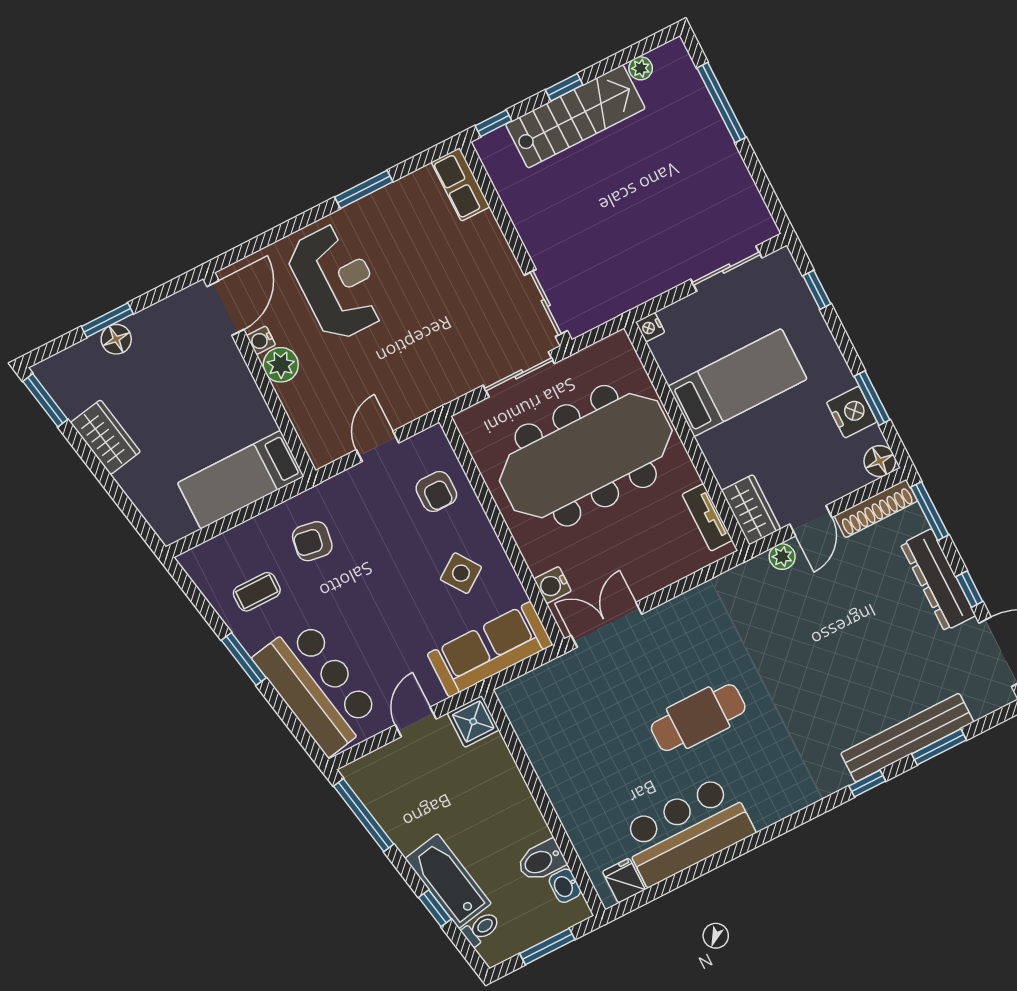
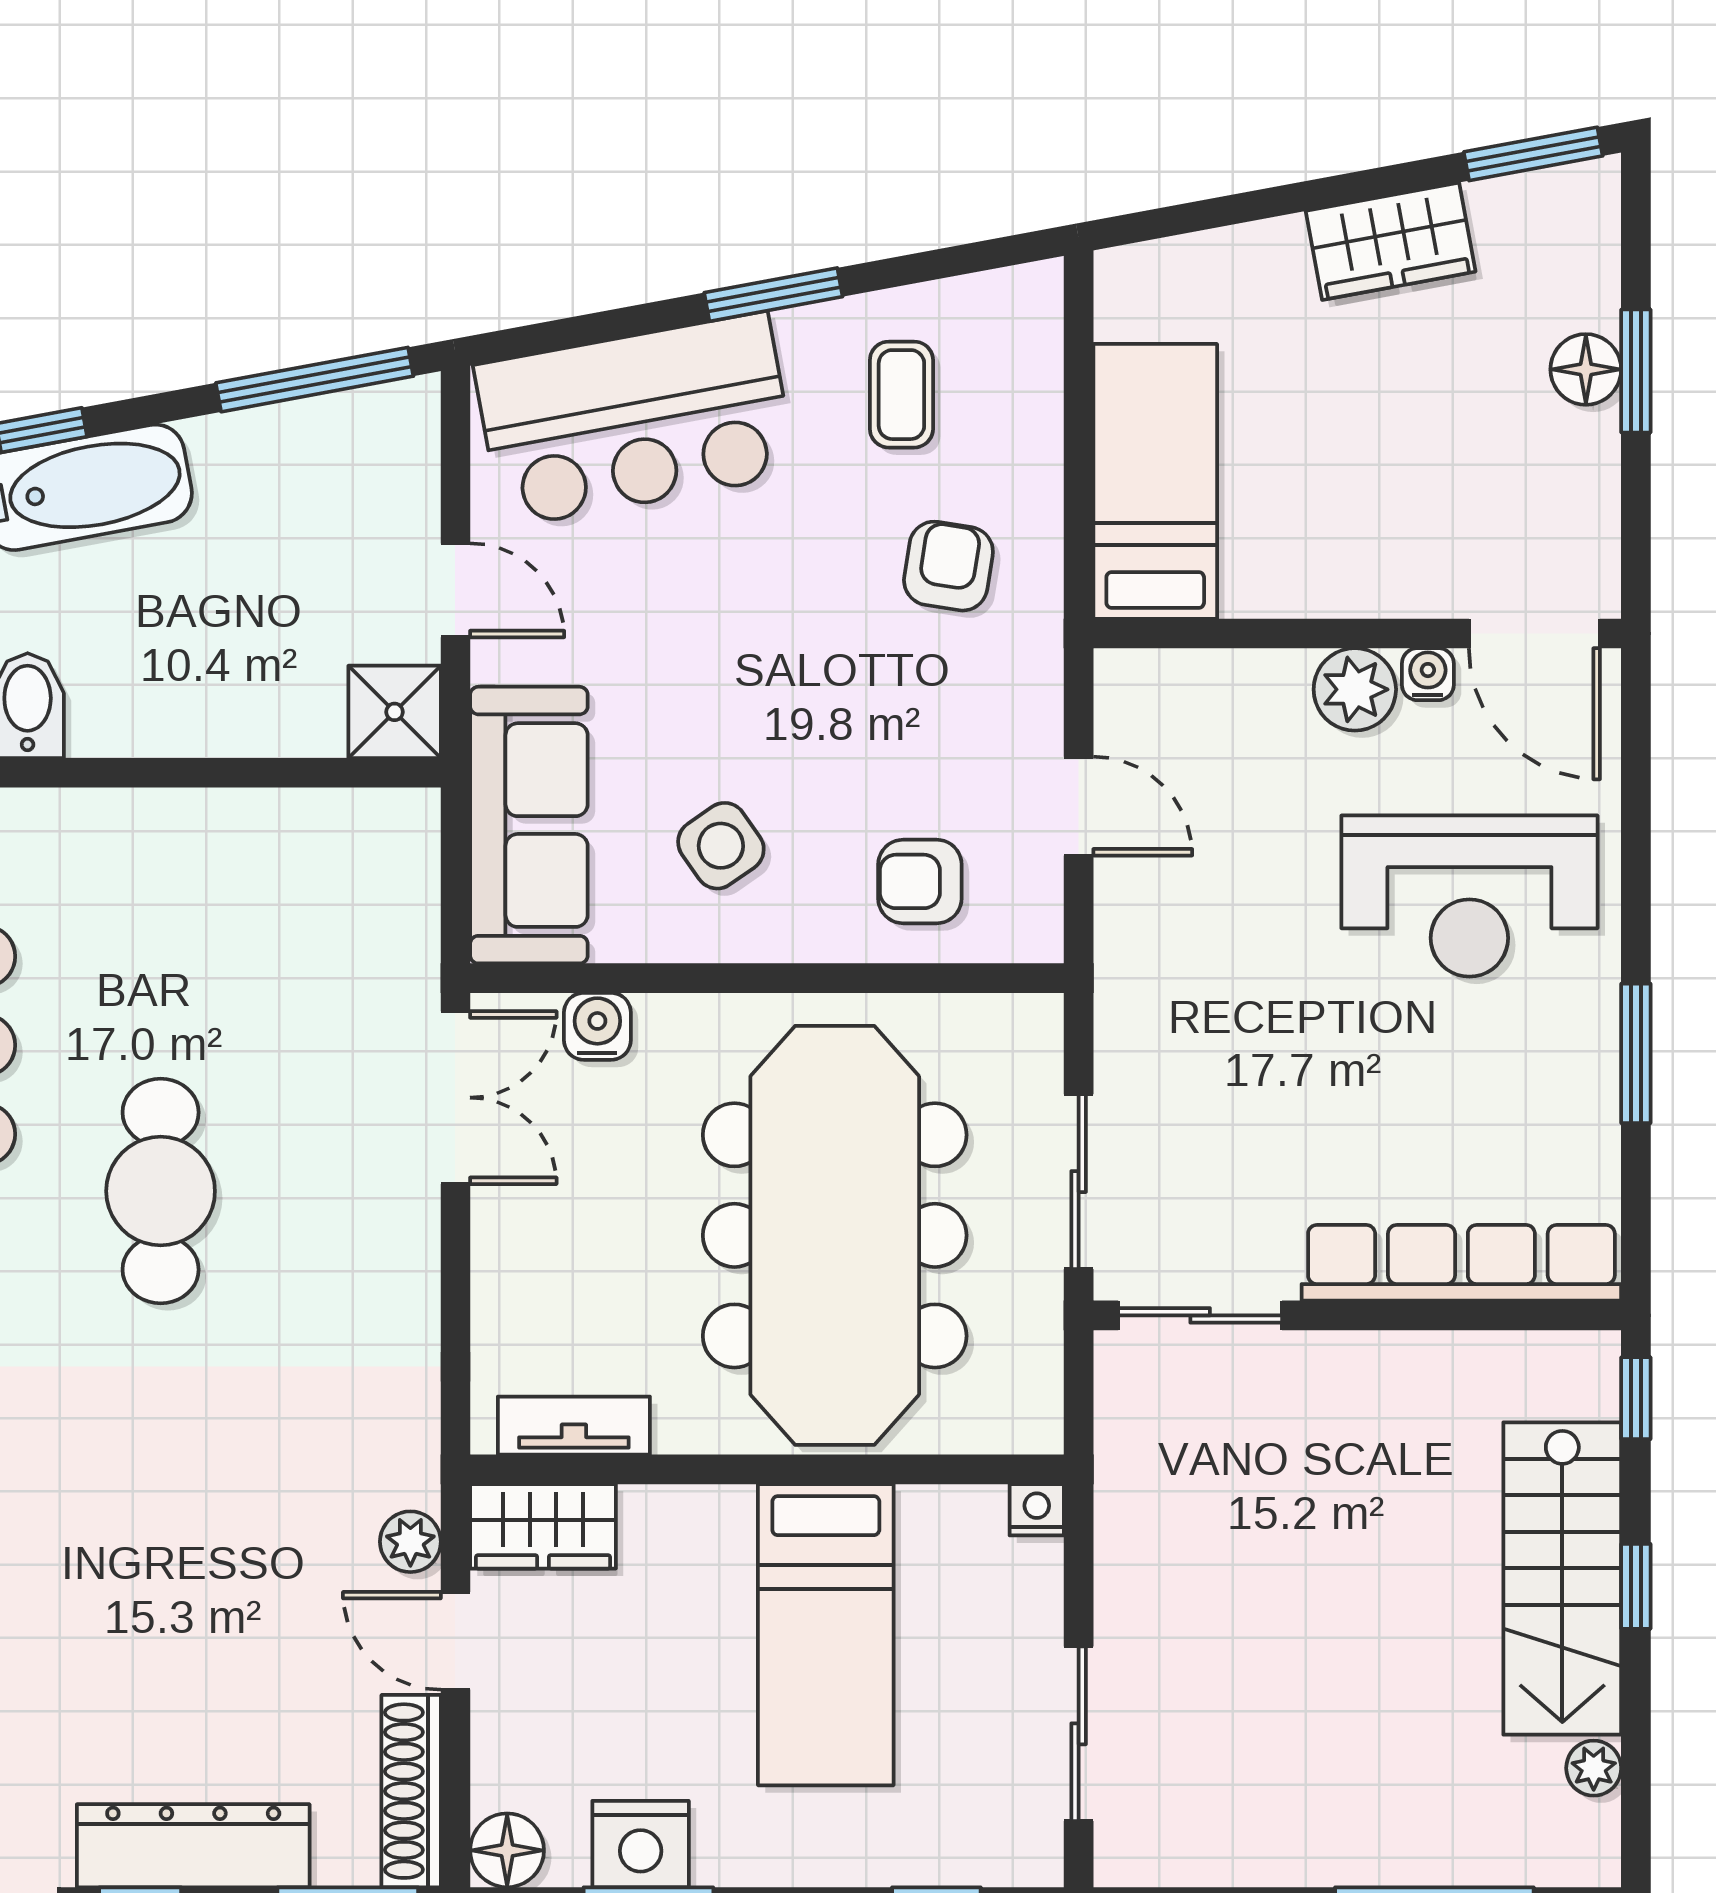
row of seats: (461, 185) -> (1461, 1263), width x2.02

